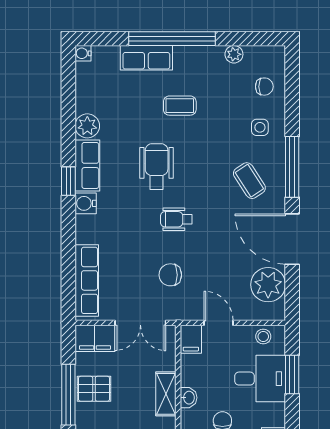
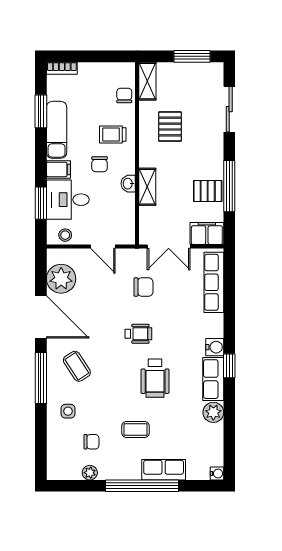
chair: (264, 87) -> (91, 442), moved, turned 180
double door: (140, 323) -> (169, 247), swing flipped
filing cabinet: (191, 339) -> (58, 169), moved, turned 90

